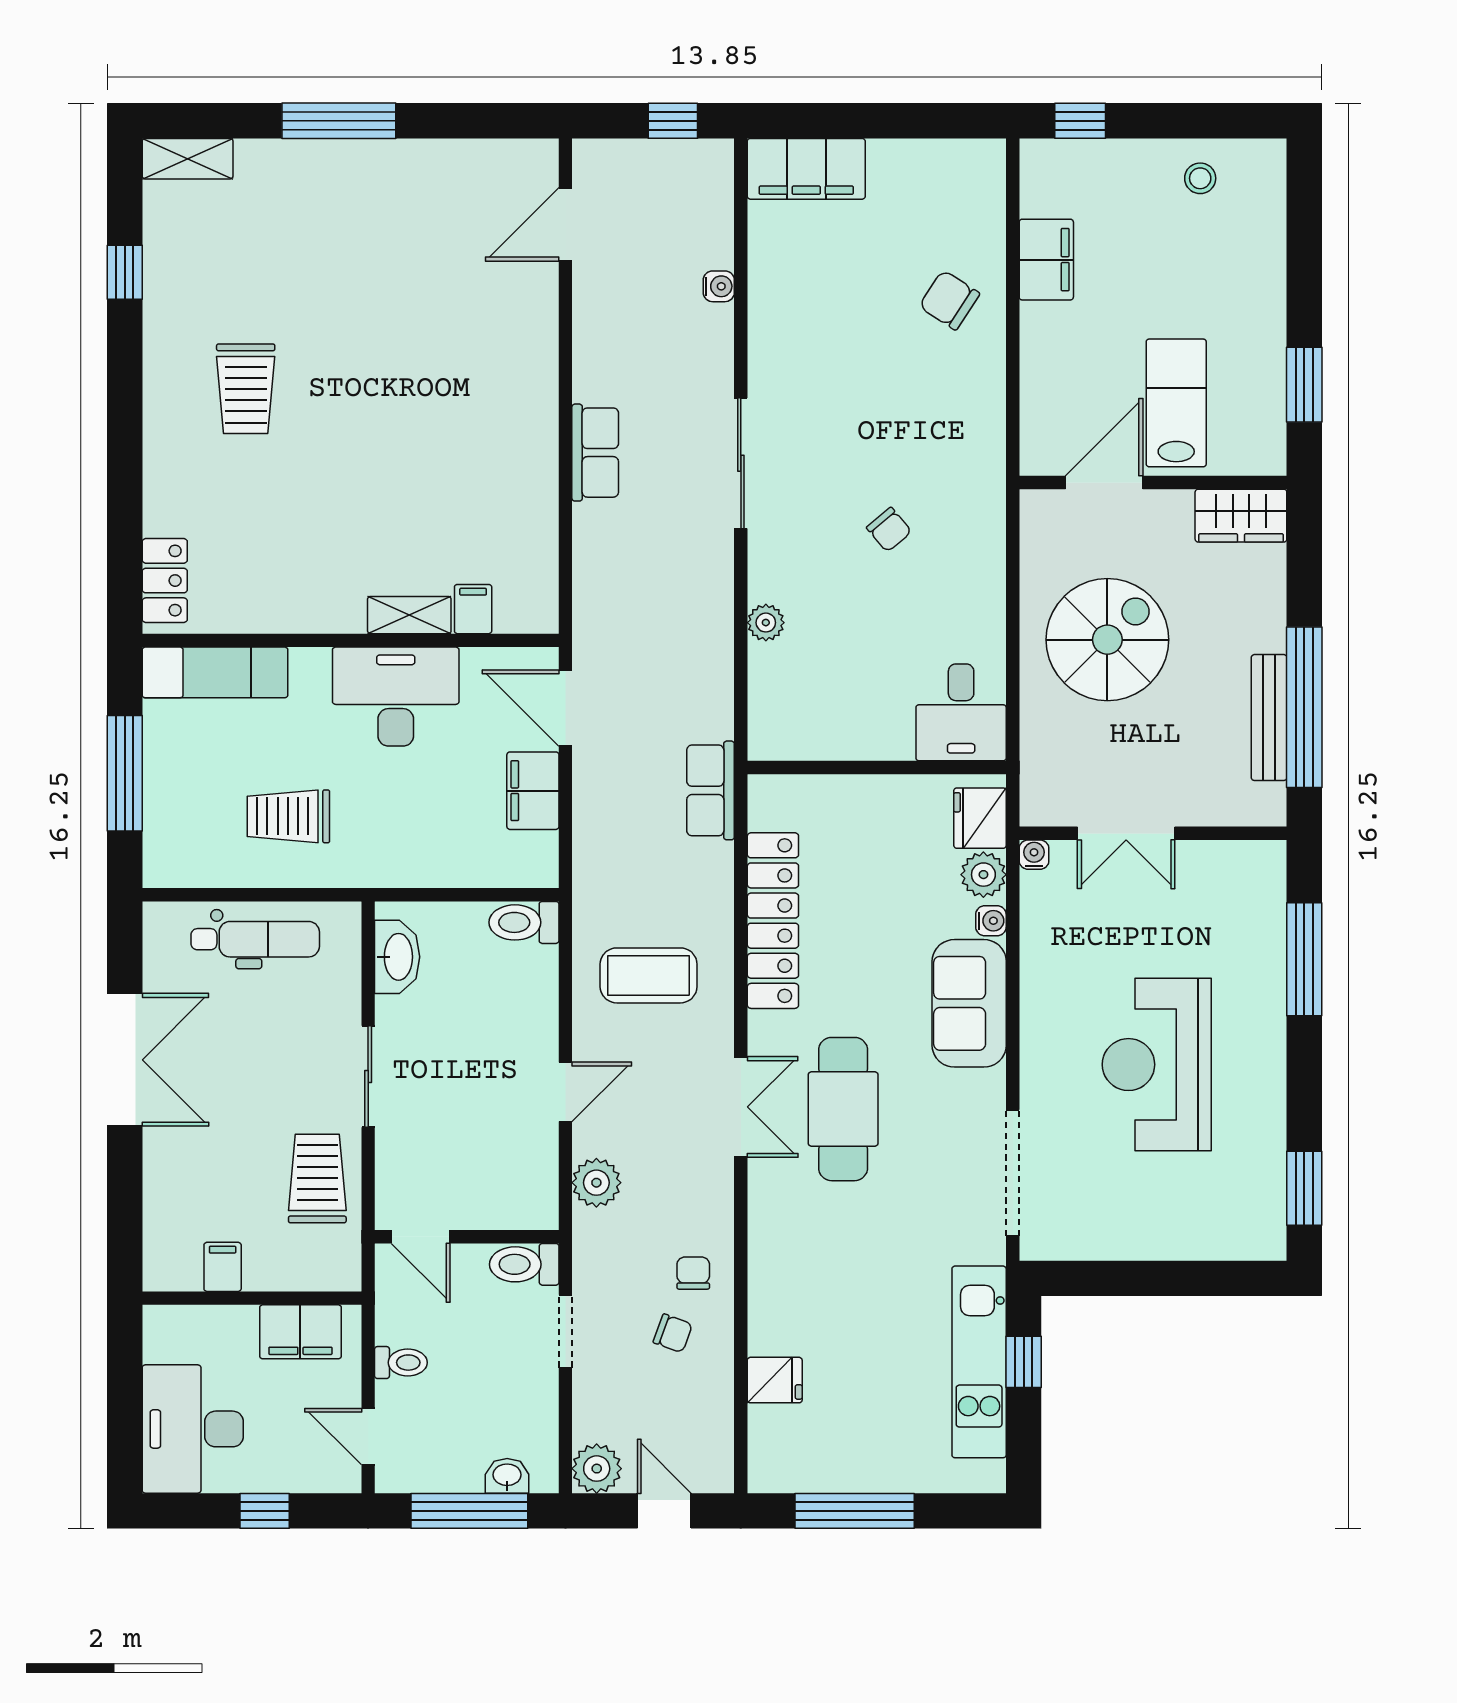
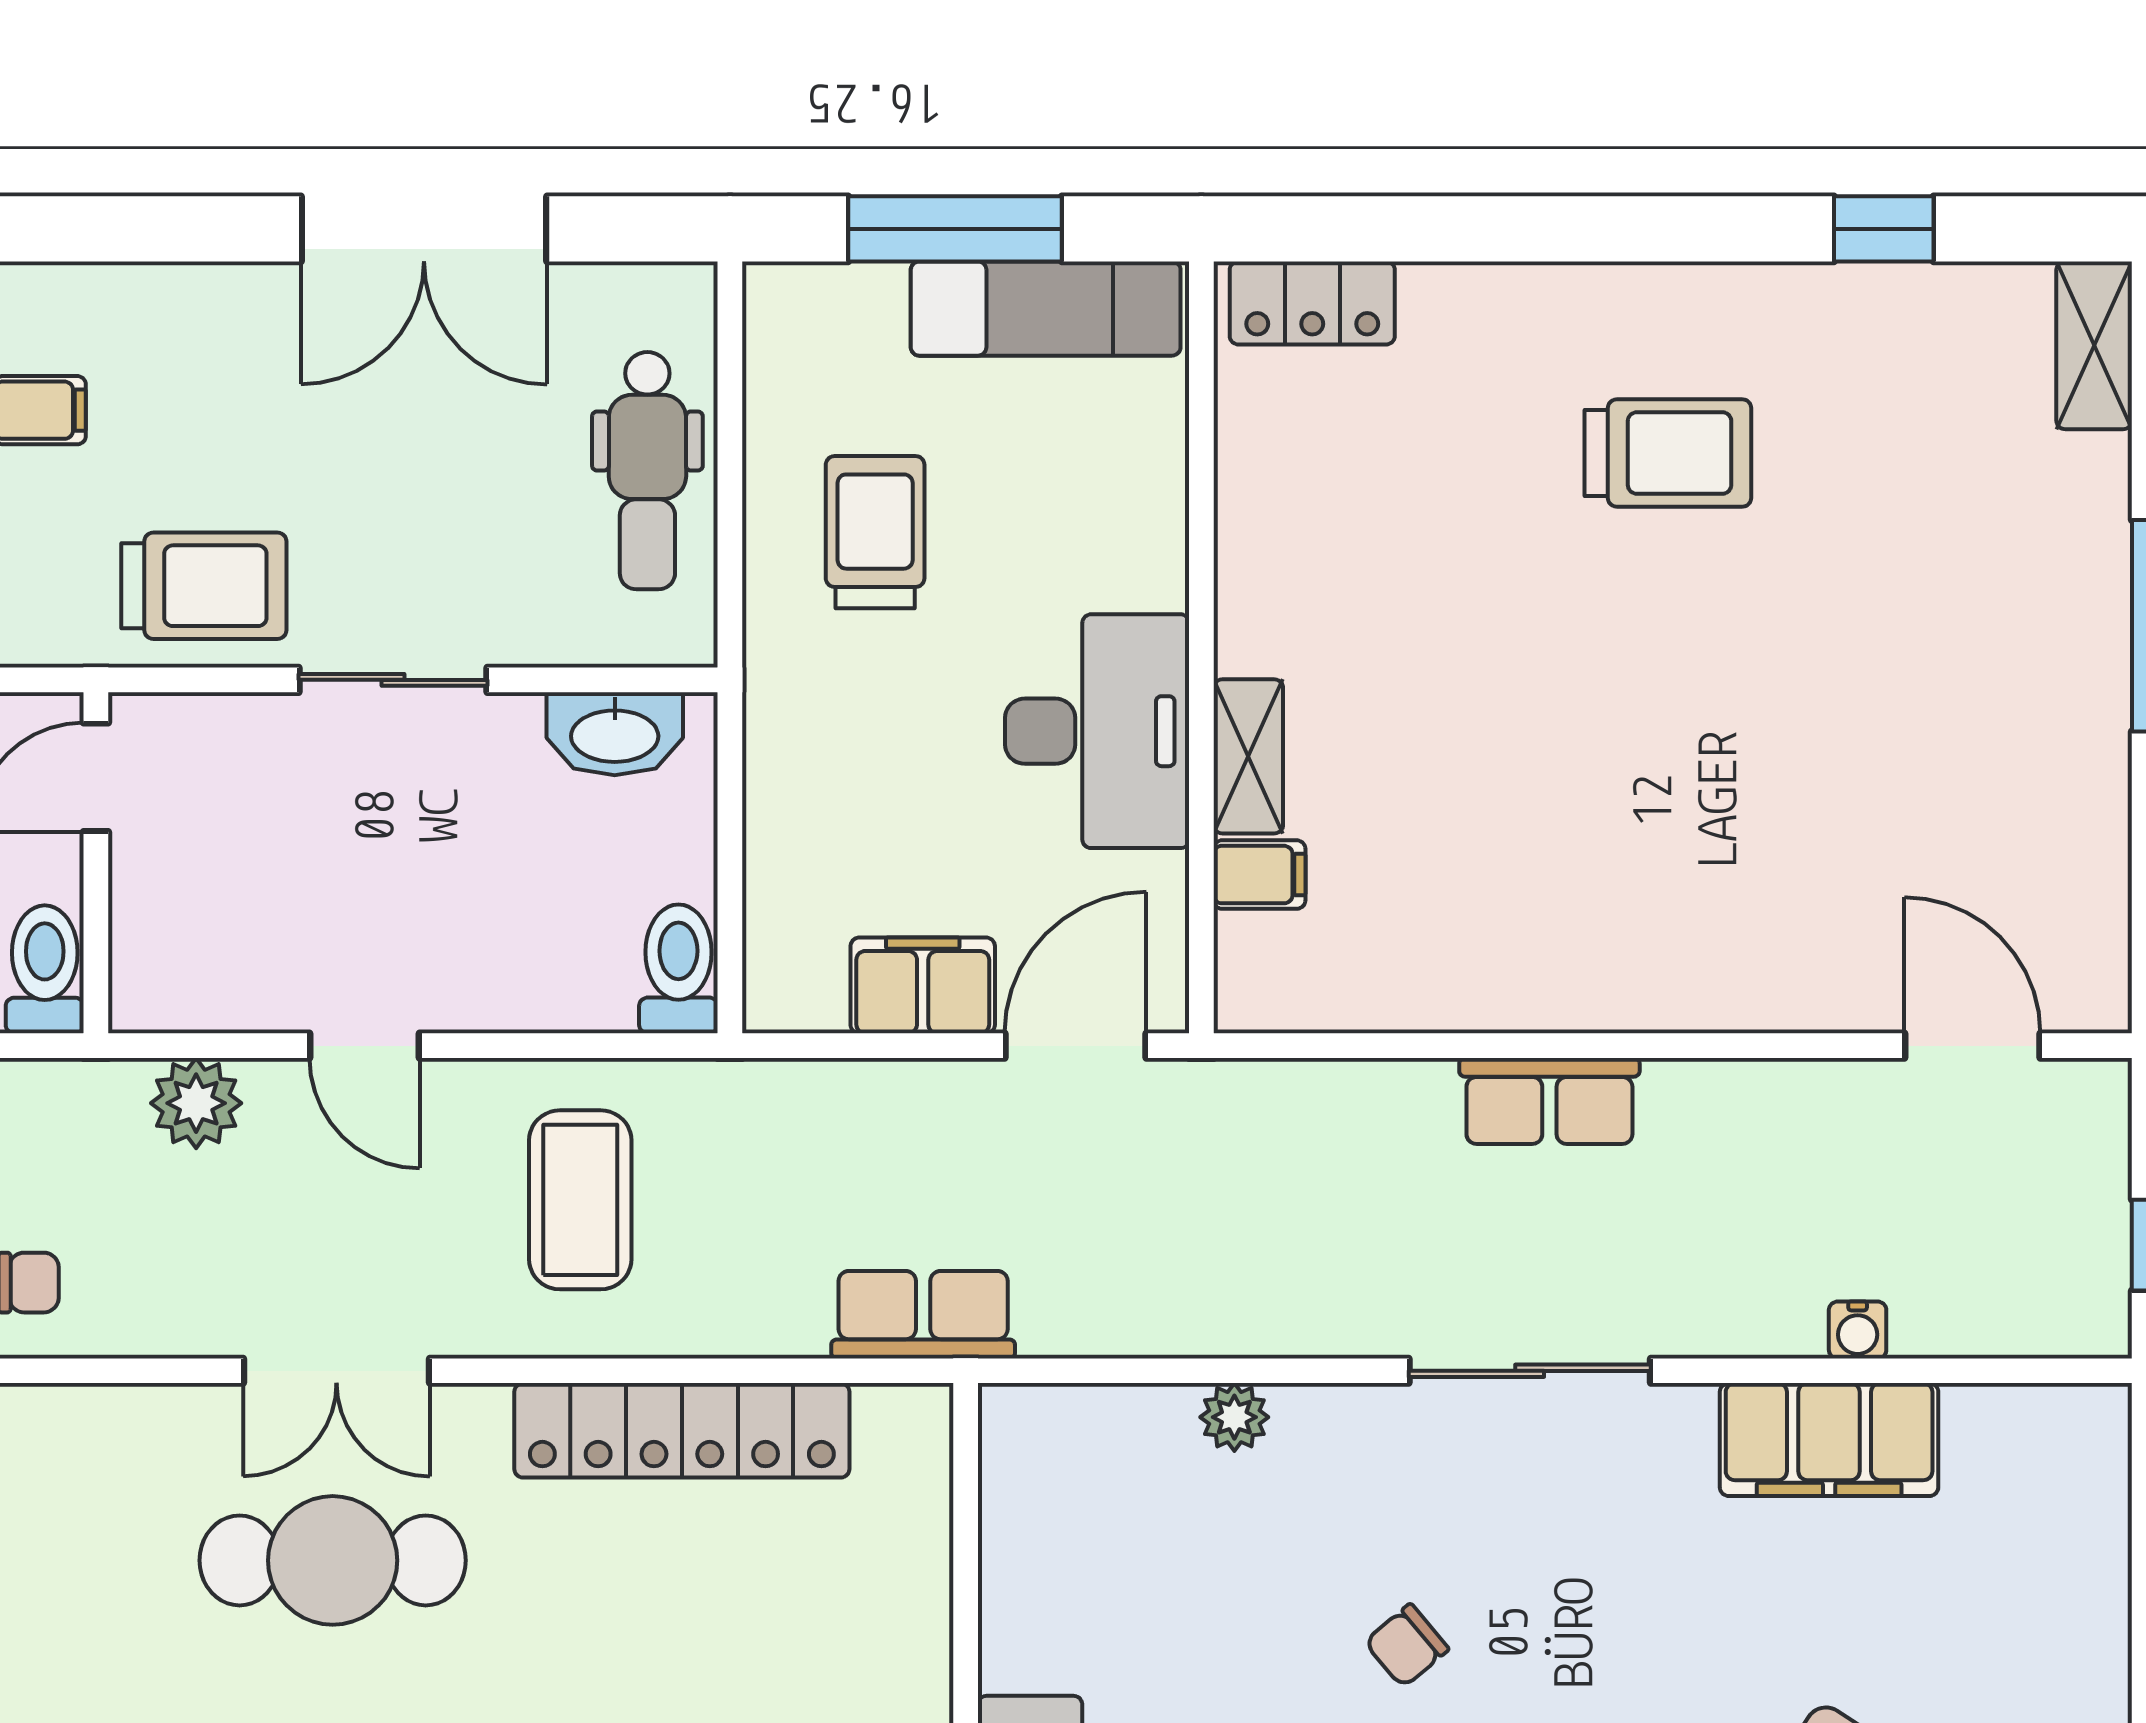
filing cabinet: (806, 169) -> (1829, 1440), moved, turned -90
trolley: (246, 389) -> (1668, 453), turned 180
exam couch: (215, 672) -> (1046, 309), moved, turned -90

